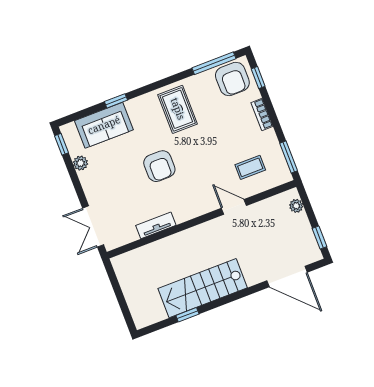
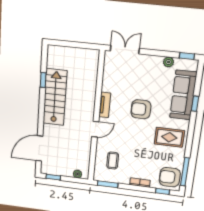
sofa: (104, 125) -> (183, 95), width x1.36
door: (234, 207) -> (95, 129), moved
tv unit: (156, 225) -> (105, 105), moved

